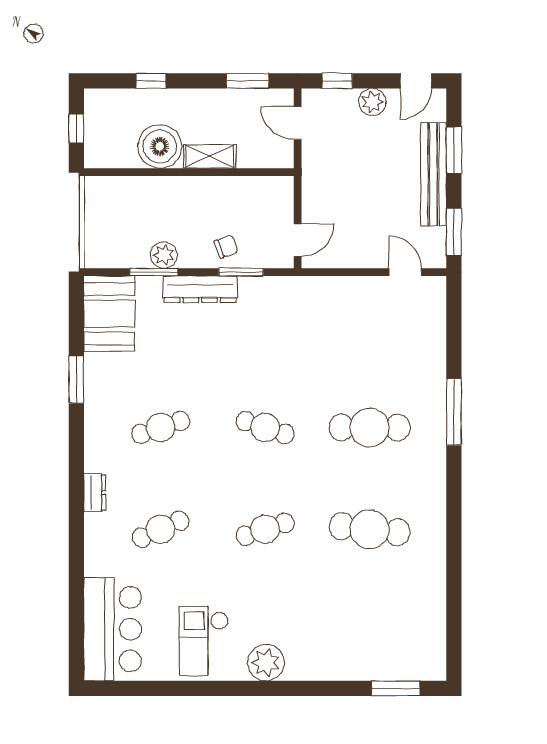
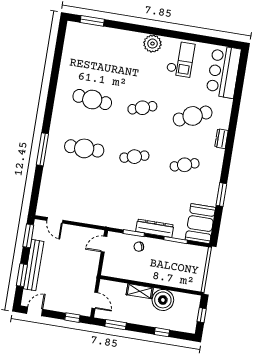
plant: (372, 102) -> (57, 305), removed
plant: (164, 255) -> (169, 247), removed
cafe table: (265, 428) -> (134, 157), turned -33
cafe table: (161, 529) -> (193, 116), width x1.37, depth x1.35

